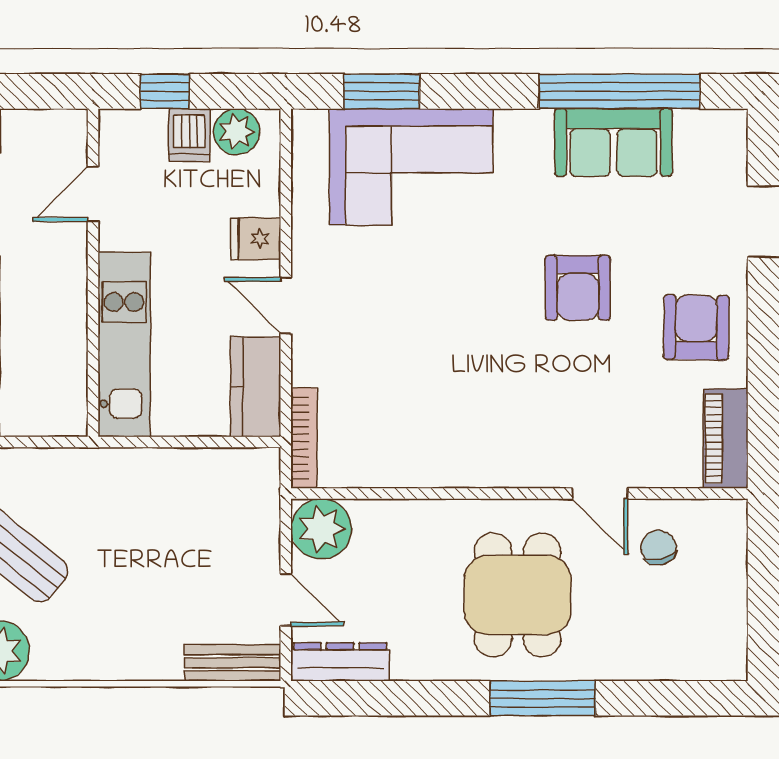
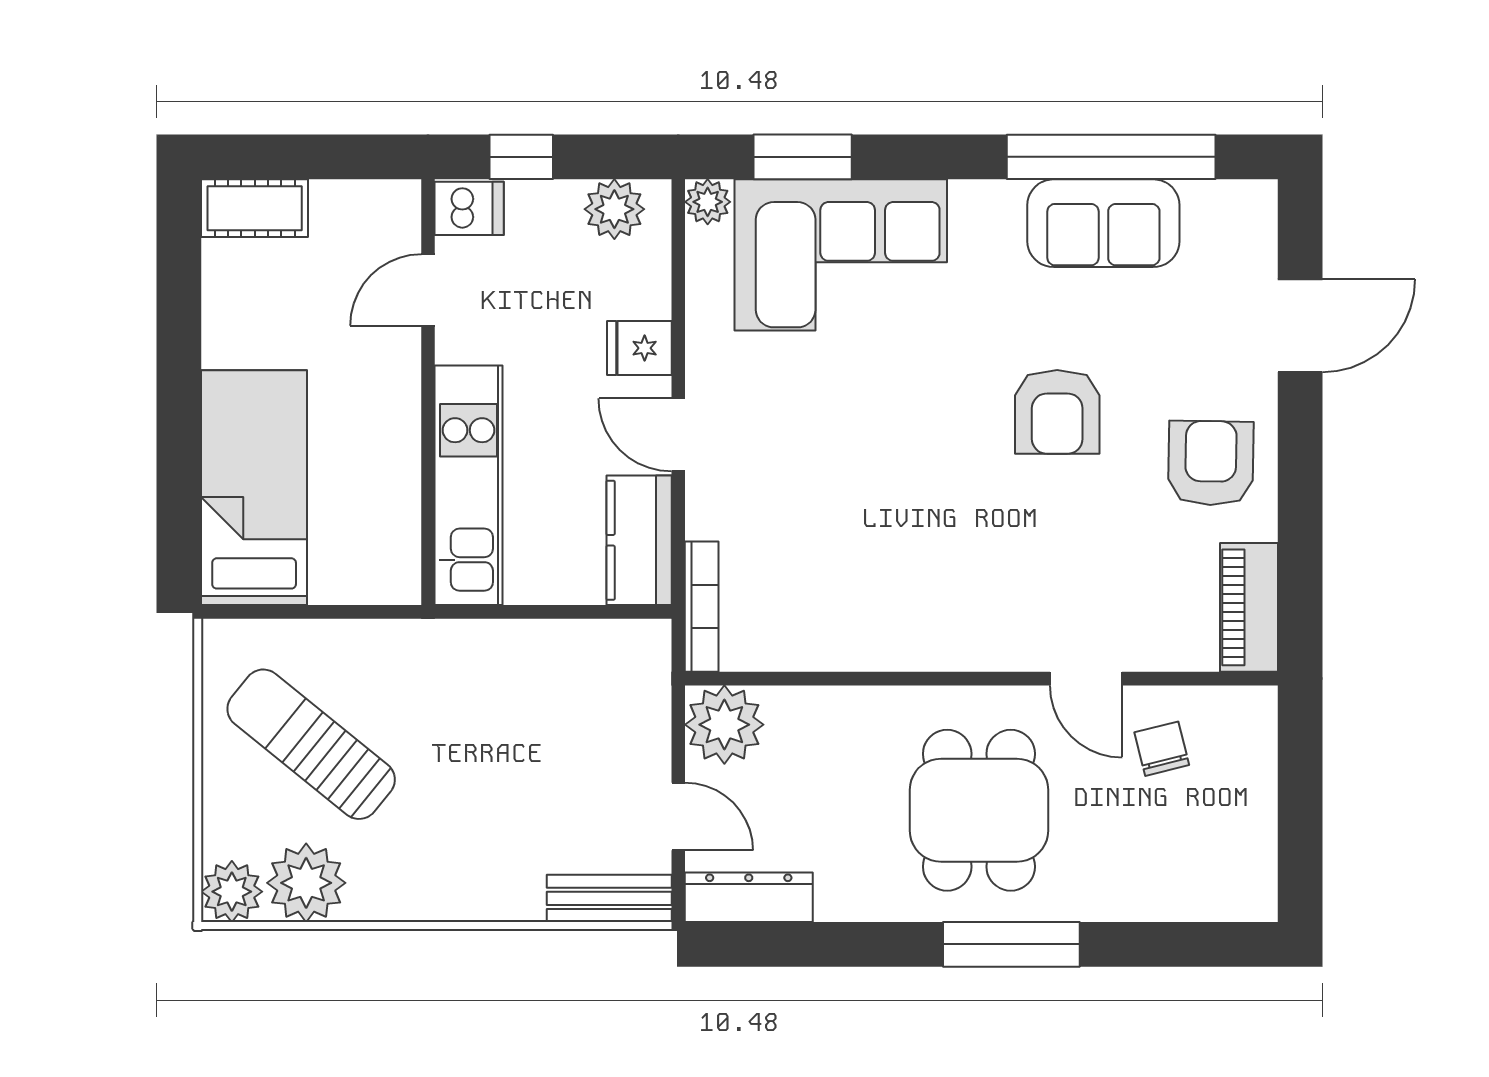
plant: (308, 126) -> (708, 202), added
dishwasher: (189, 135) -> (469, 208), moved, turned -90

